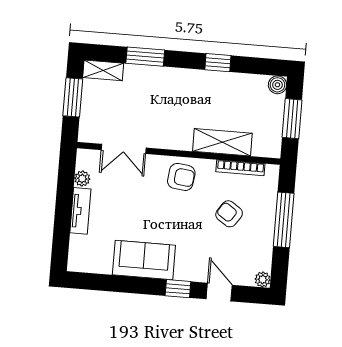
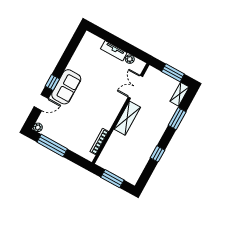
boiler: (277, 85) -> (133, 179), removed
shelving: (222, 142) -> (127, 118), moved
armchair: (181, 177) -> (108, 110), removed
armchair: (229, 214) -> (79, 125), removed
window: (284, 220) -> (52, 146), moved
sofa: (144, 260) -> (66, 87), moved

